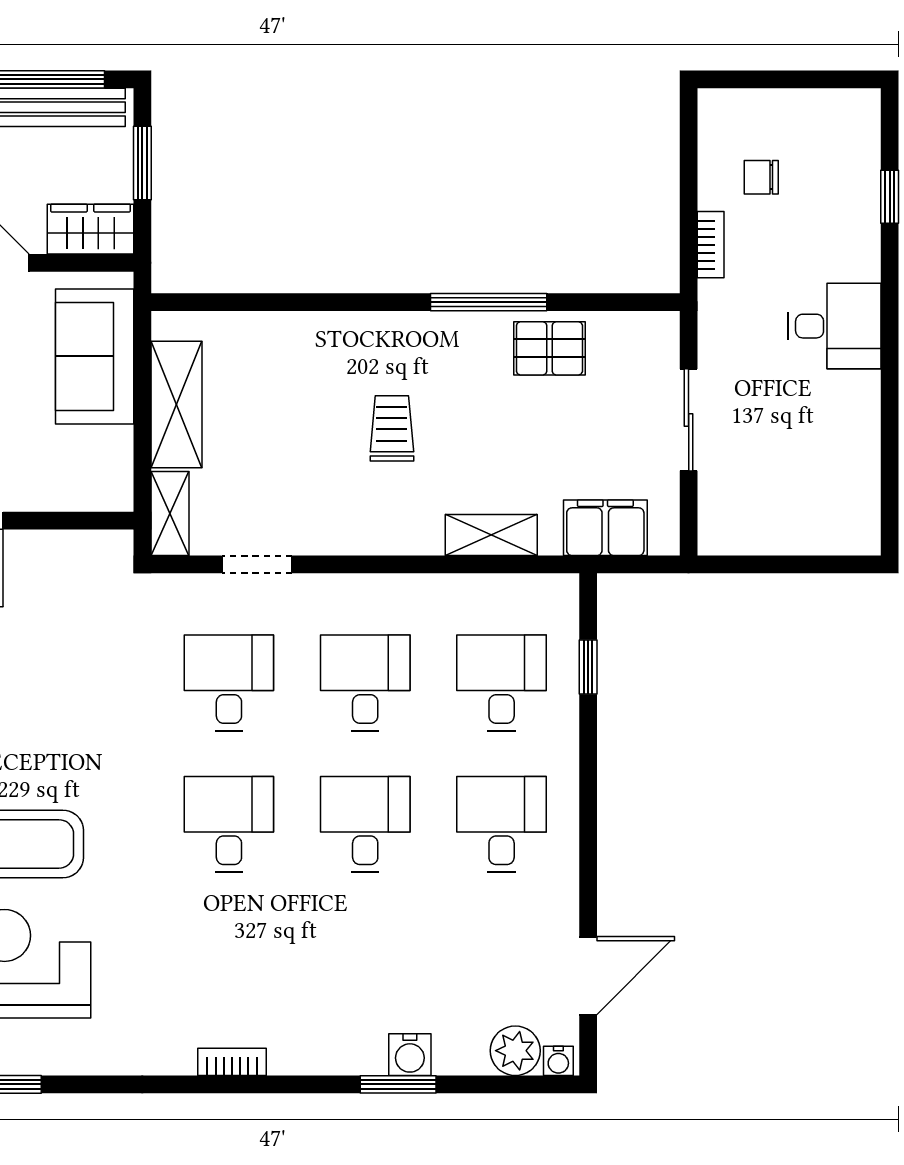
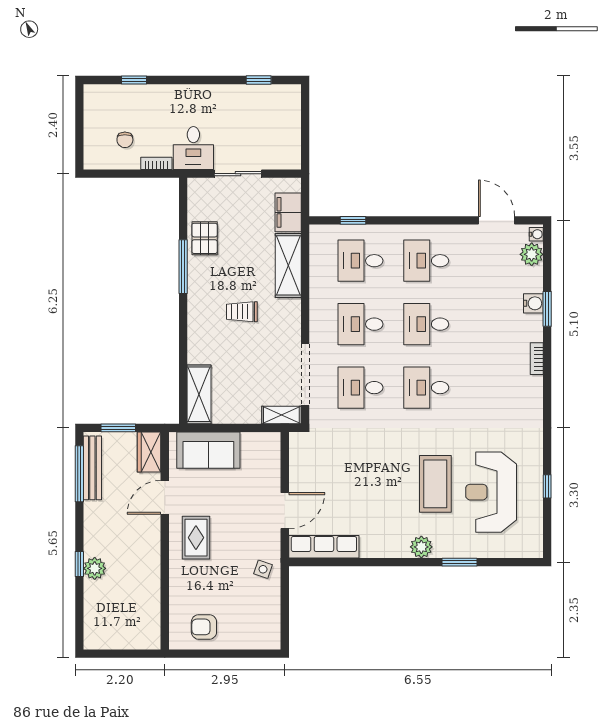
desk: (835, 326) -> (193, 148), moved, turned 180
shelving: (176, 405) -> (199, 394), moved, turned 90
window: (890, 464) -> (259, 80), added
shelving: (491, 535) -> (288, 265), width x1.50, depth x1.33
doorway: (257, 564) -> (305, 375), width x1.88
bookcase: (232, 1062) -> (537, 359), moved

